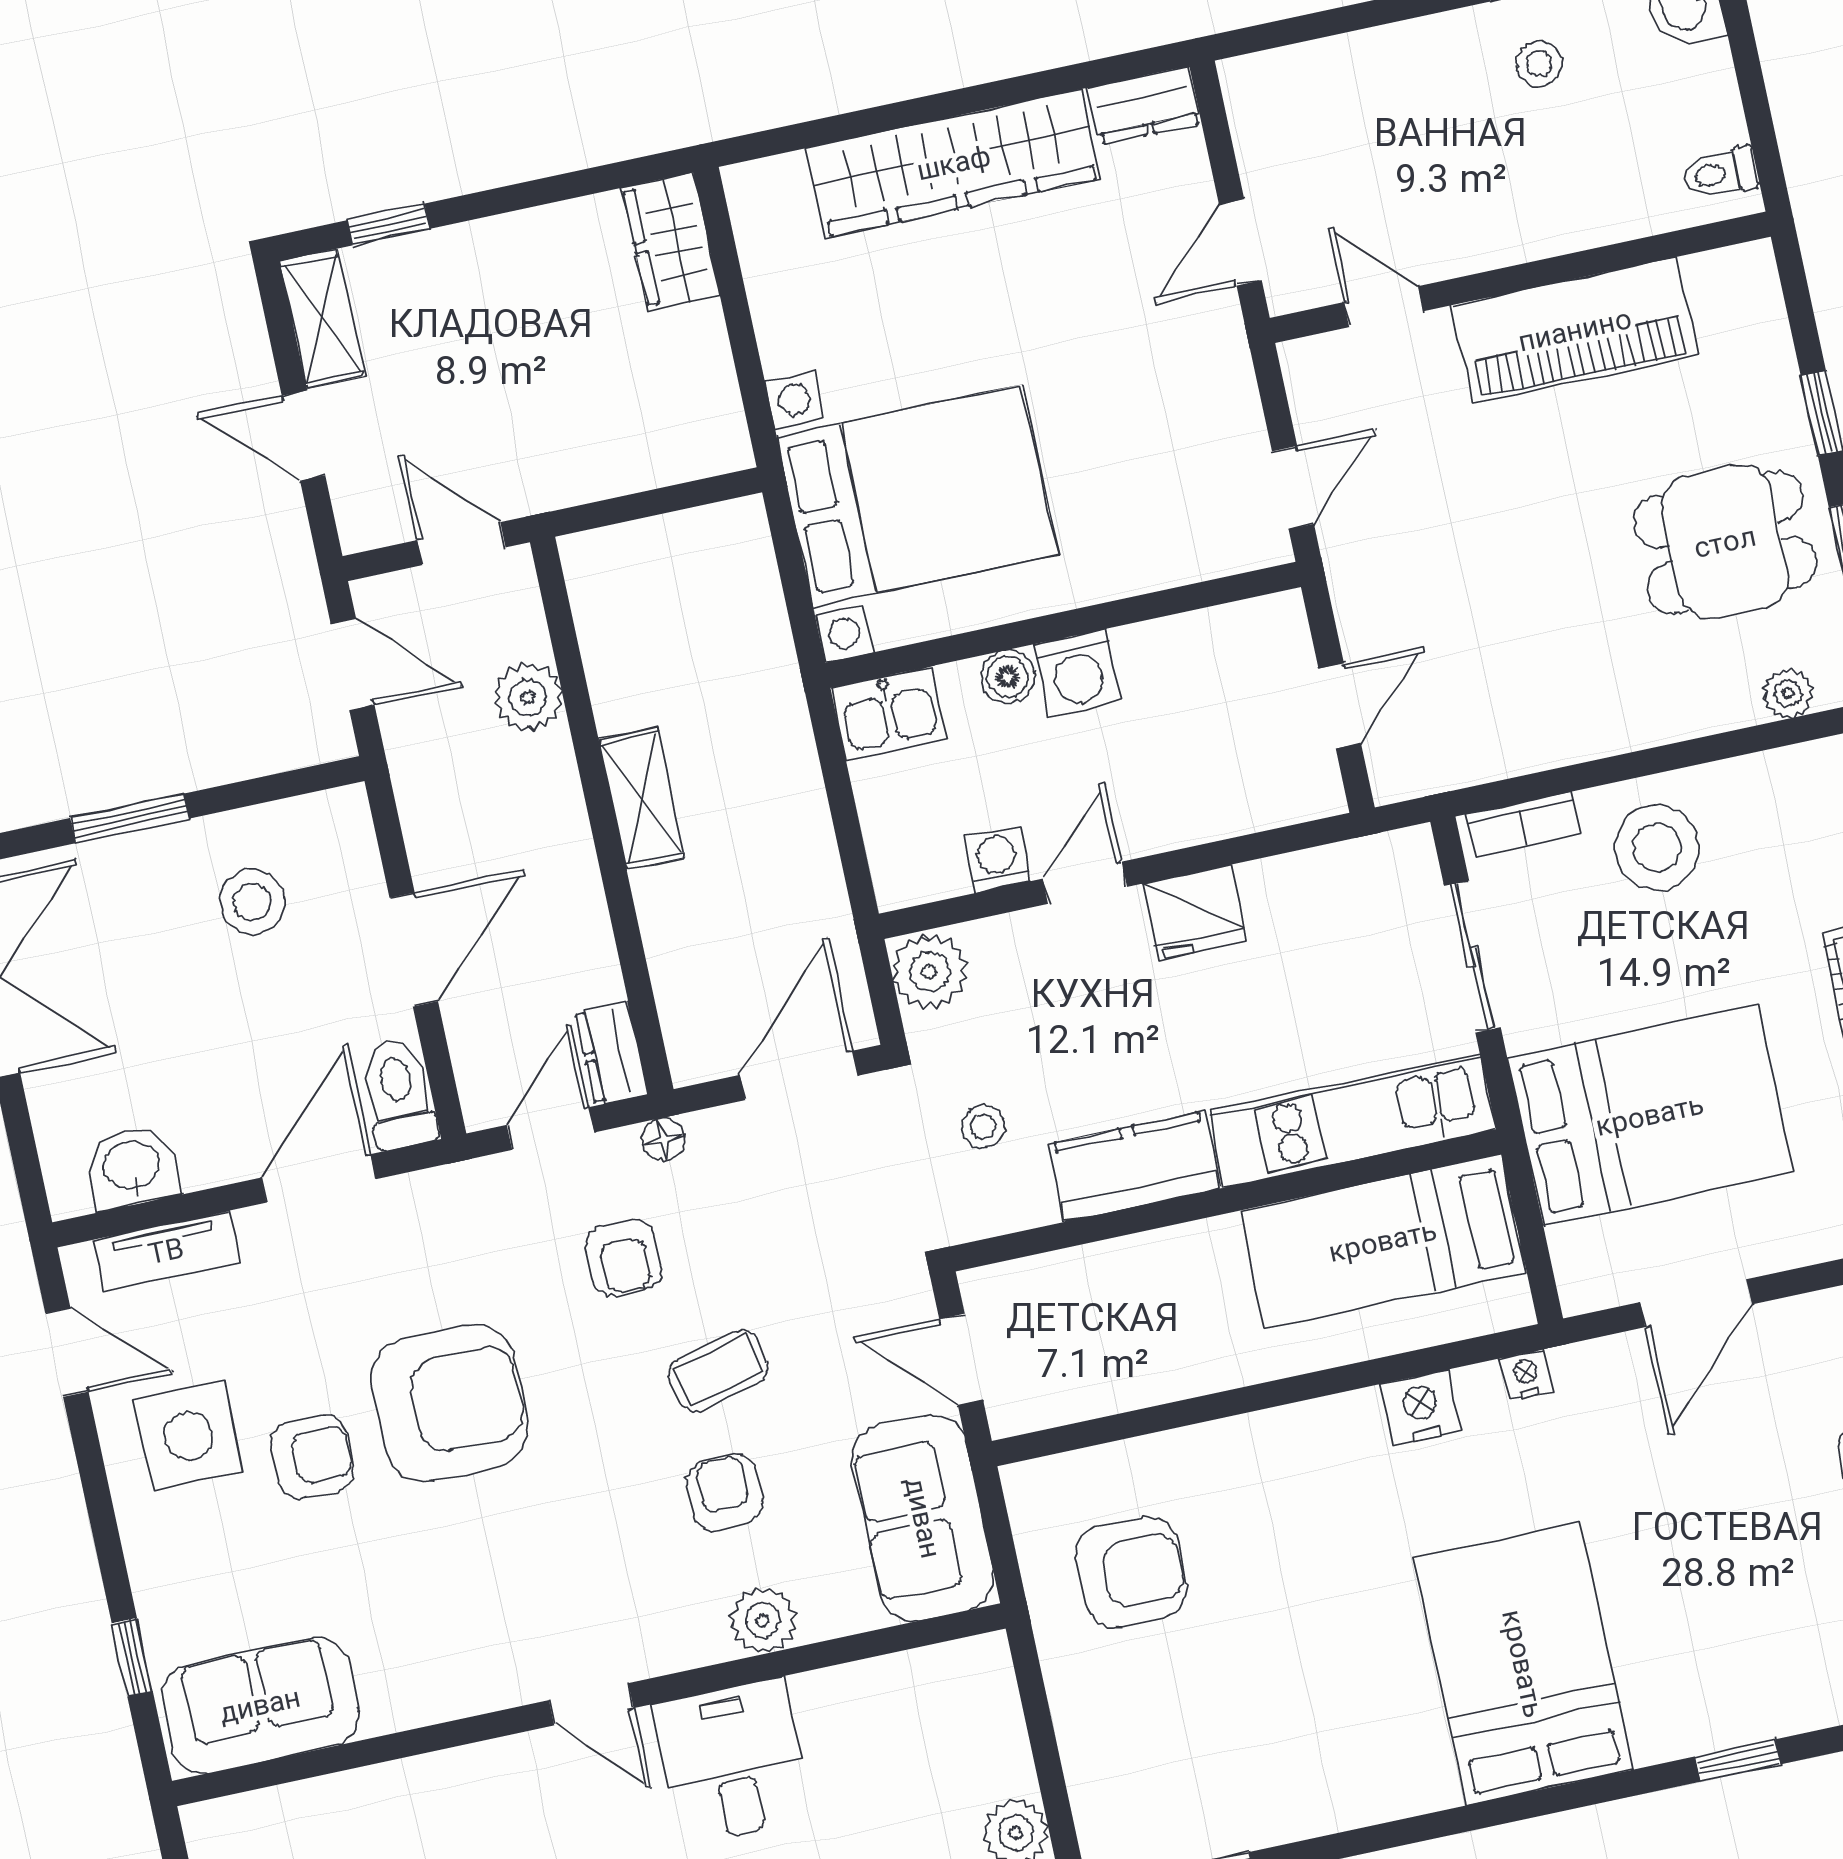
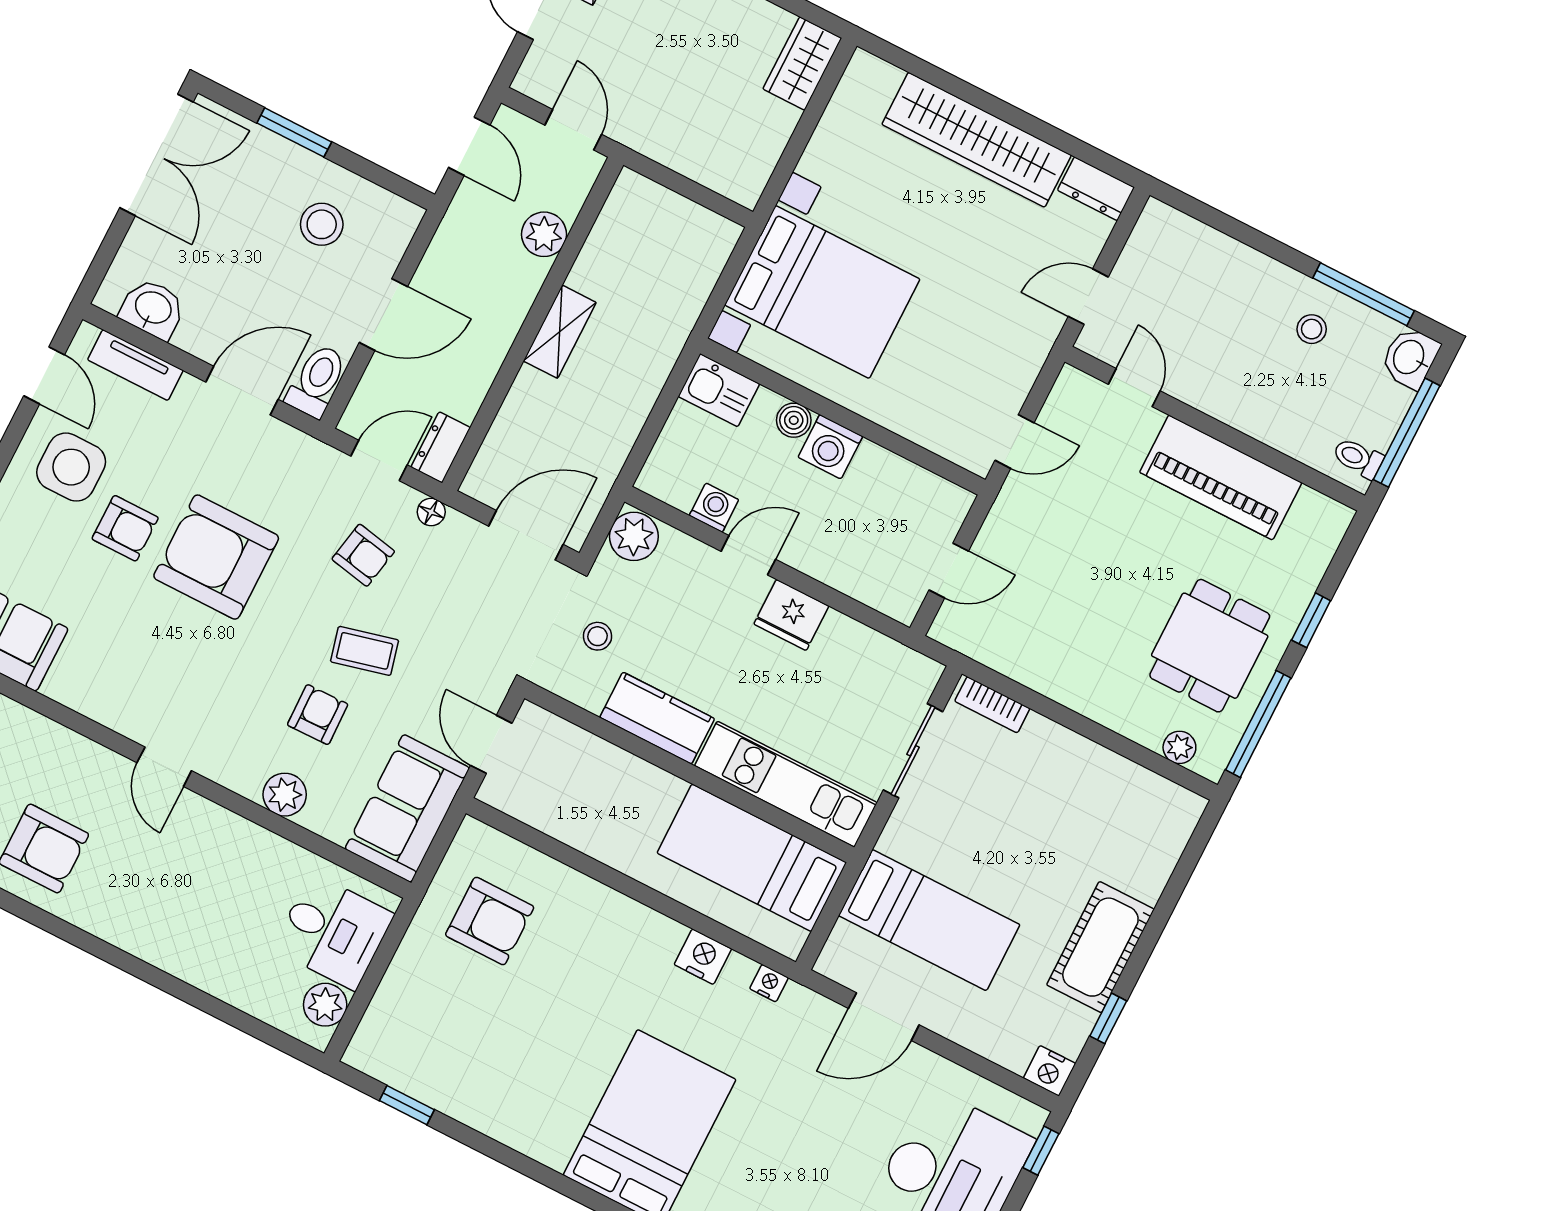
window: (1754, 95) -> (1407, 433), added
dining table: (1725, 542) -> (1210, 646), turned 90
stool: (1657, 847) -> (1051, 771), removed
bed: (1650, 1115) -> (929, 920), width x0.67
armchair: (624, 1257) -> (363, 555), turned -79
armchair: (450, 1403) -> (216, 557), turned 180
desk: (732, 1762) -> (333, 932), moved, turned 90

